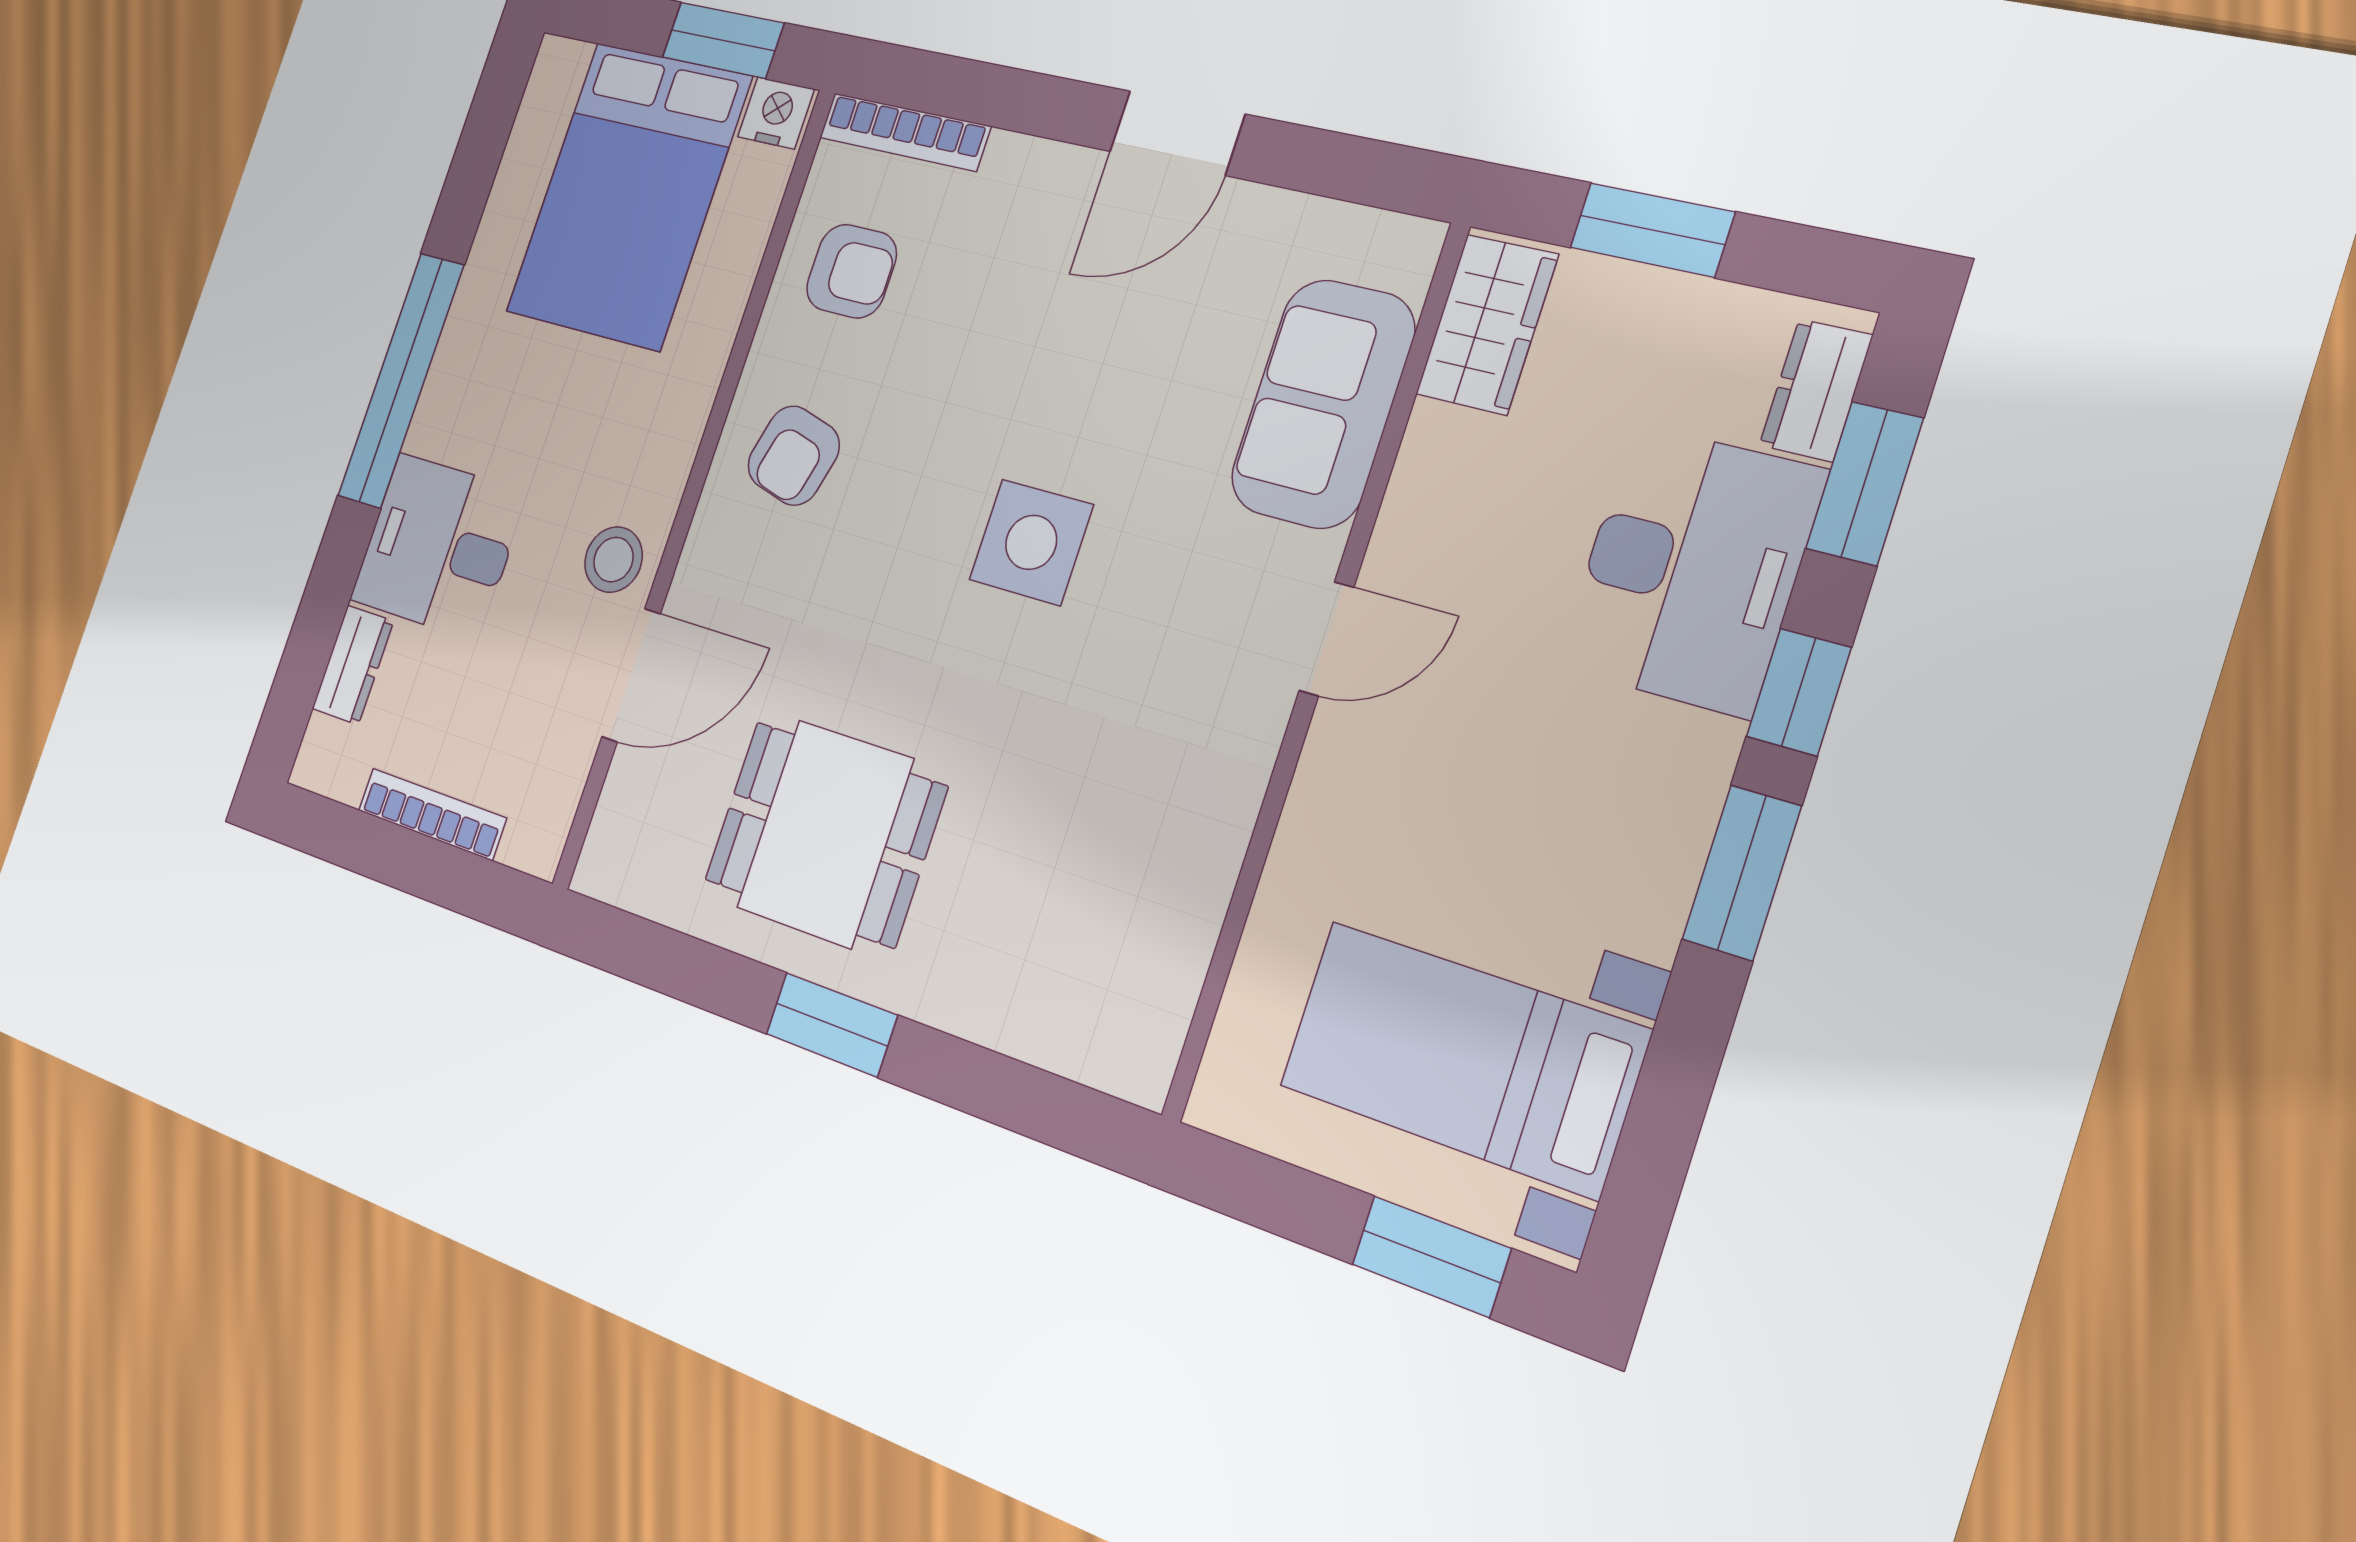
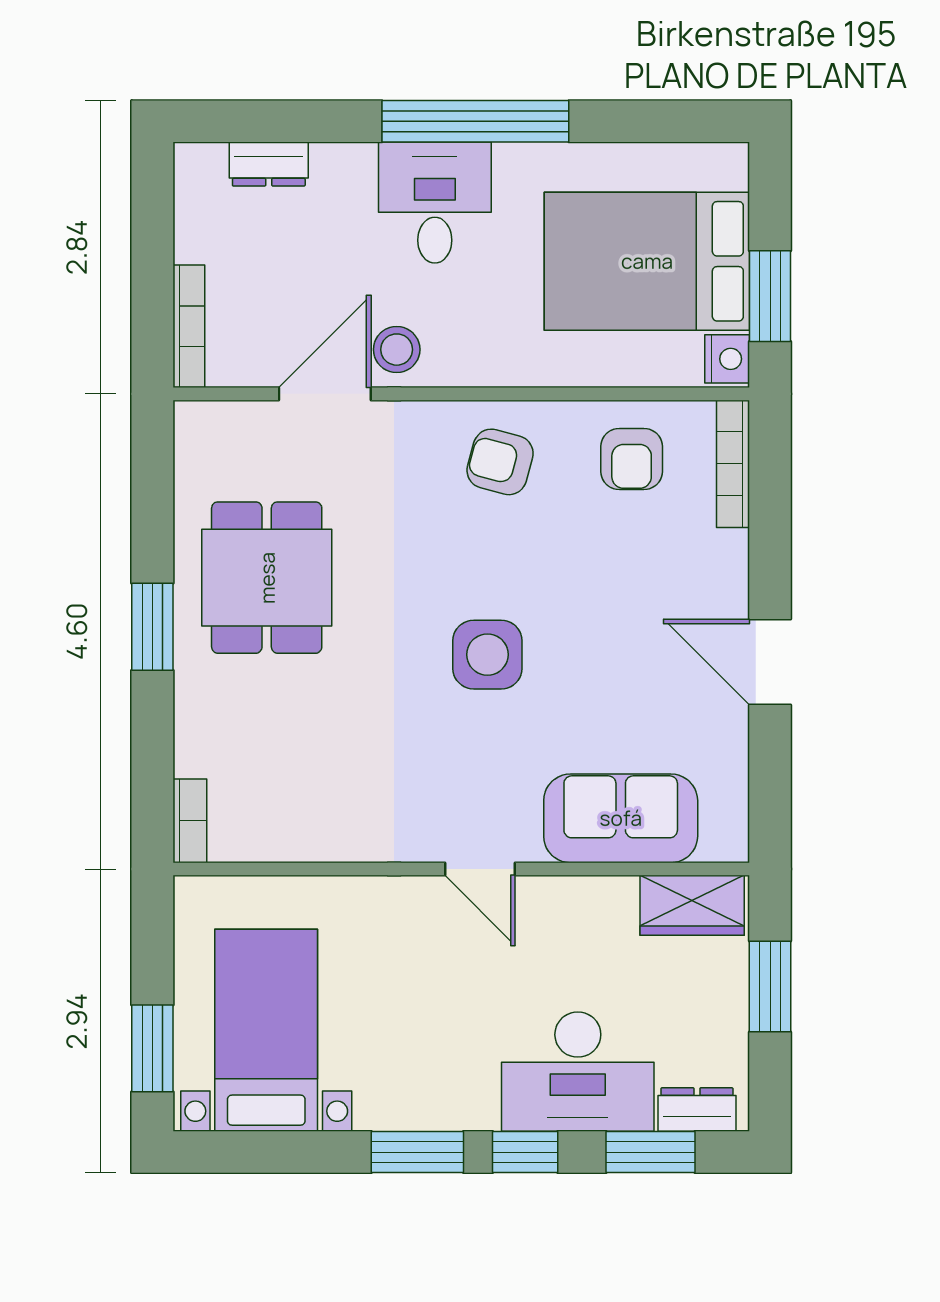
desk: (439, 546) -> (435, 203), moved
door: (631, 675) -> (325, 394), swing flipped
bookcase: (432, 814) -> (189, 326), moved
bookcase: (1111, 1067) -> (190, 821), added

